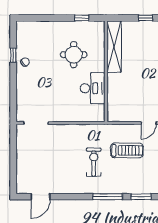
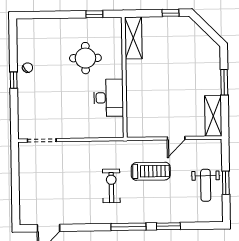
shelving: (114, 47) -> (133, 38), width x0.68
window: (13, 55) -> (14, 80), moved

